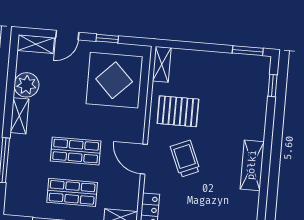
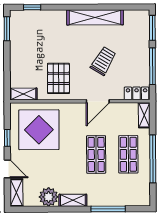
trolley: (185, 159) -> (103, 61), moved, turned 144
shelving: (252, 165) -> (95, 17), width x1.47

